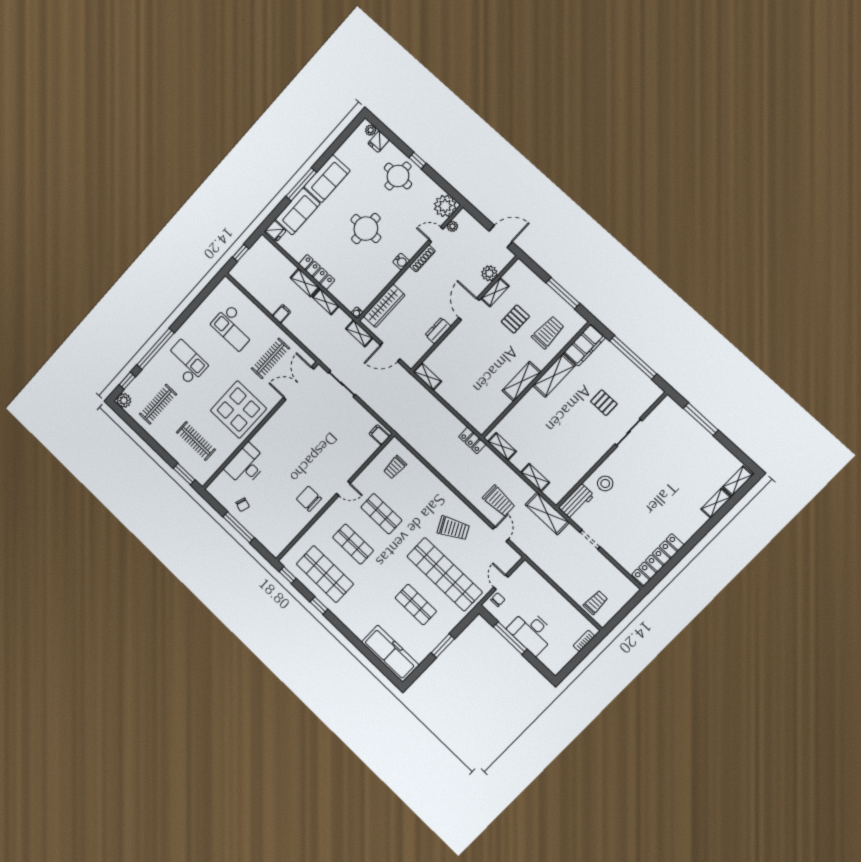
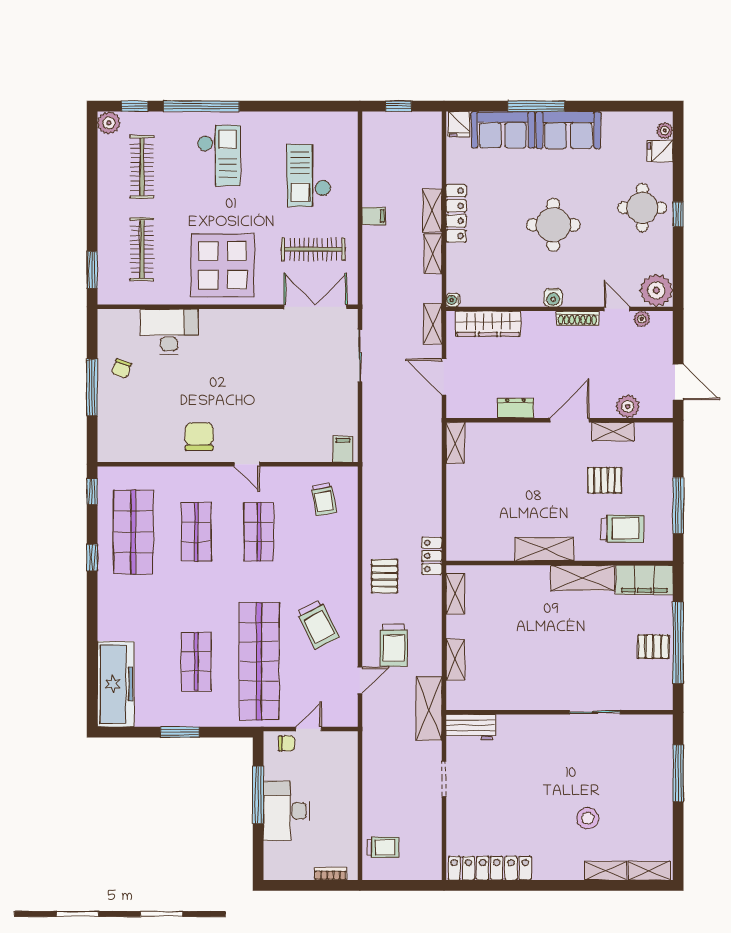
pallet: (604, 403) -> (653, 647), moved, turned 90
clothes rail: (158, 404) -> (142, 167), turned 90
trolley: (395, 467) -> (324, 499), turned -100
pallet: (460, 473) -> (385, 576), added
stool: (605, 483) -> (588, 818), moved

